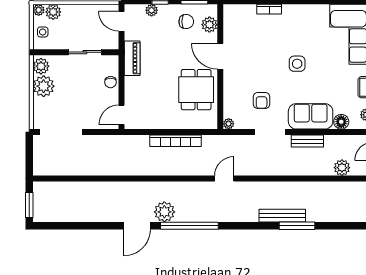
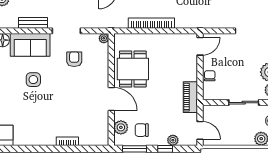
sliding door: (85, 52) -> (244, 103), moved
side table: (297, 64) -> (33, 80), moved

